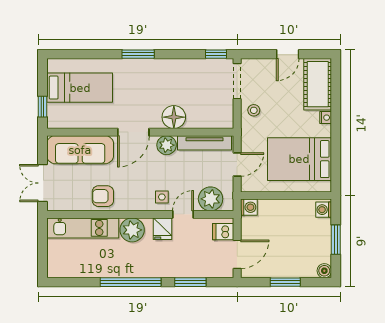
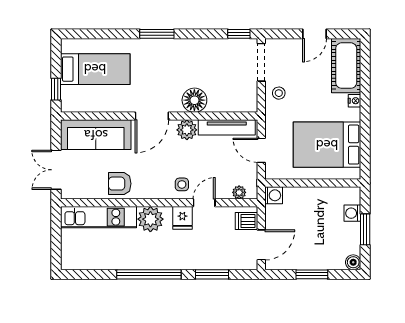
door: (237, 165) -> (261, 150), swing flipped
plant: (211, 199) -> (239, 192), width x0.53, depth x0.53
washing machine: (324, 210) -> (352, 213), moved

